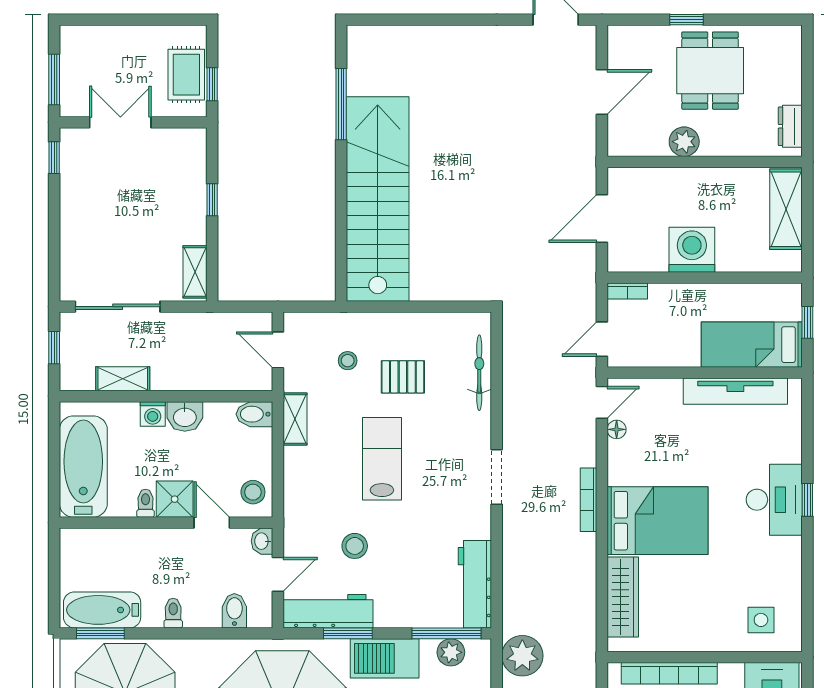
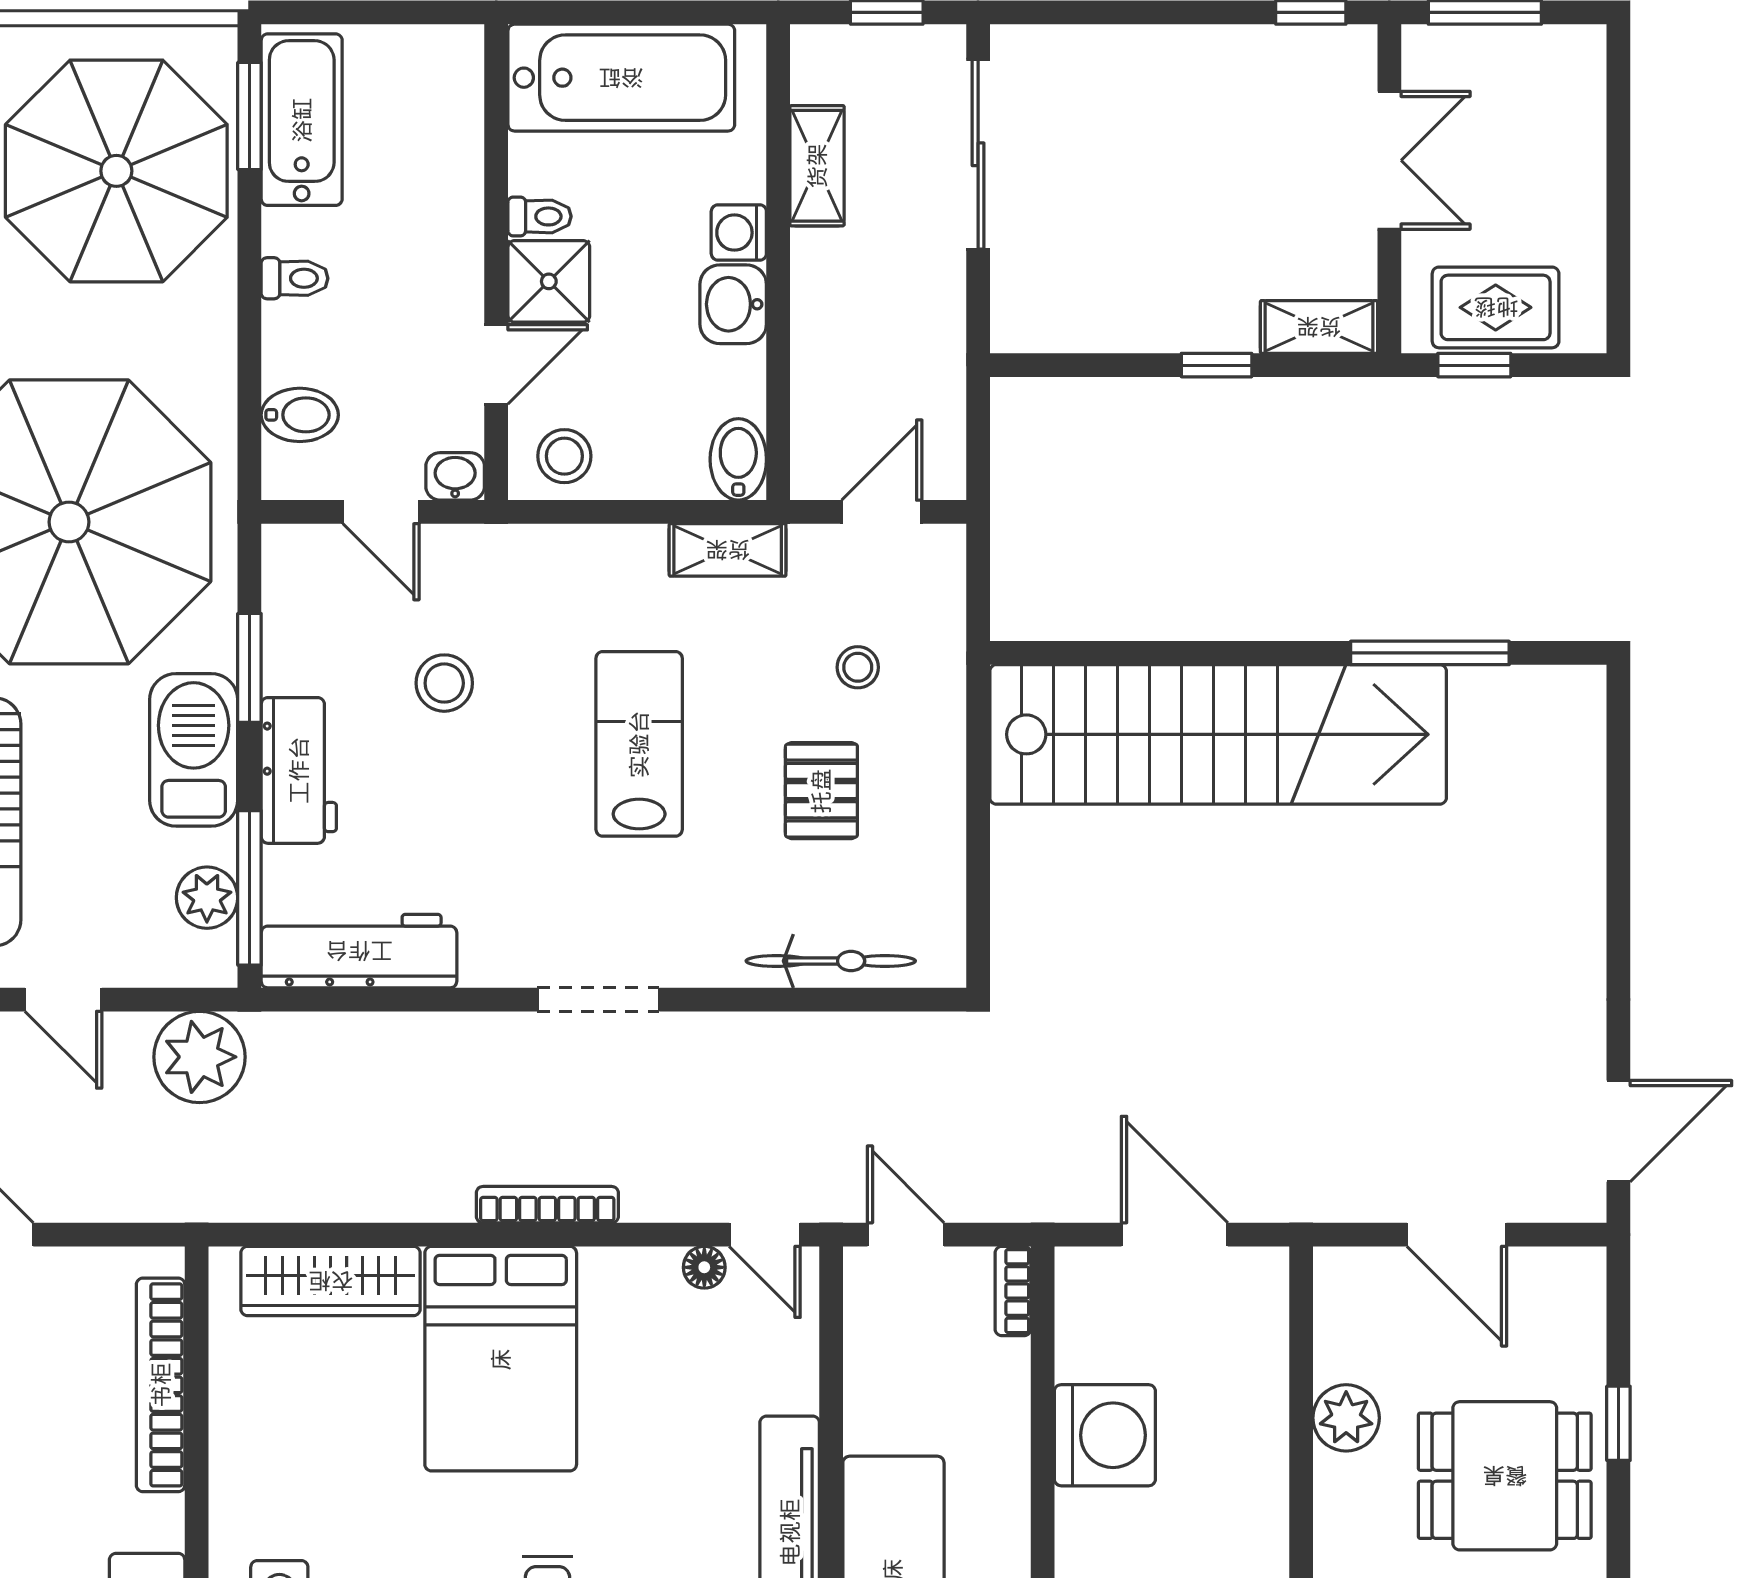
shelving: (195, 272) -> (1319, 327), moved
lab bench: (382, 459) -> (639, 744), turned -90
workbench: (328, 611) -> (299, 770), moved, width x0.73

